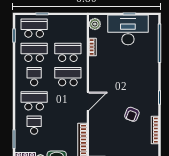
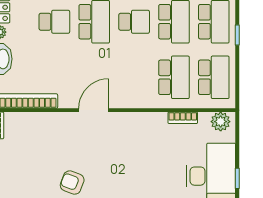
school desk: (68, 77) -> (214, 77), moved
door: (88, 101) -> (94, 110), swing flipped

